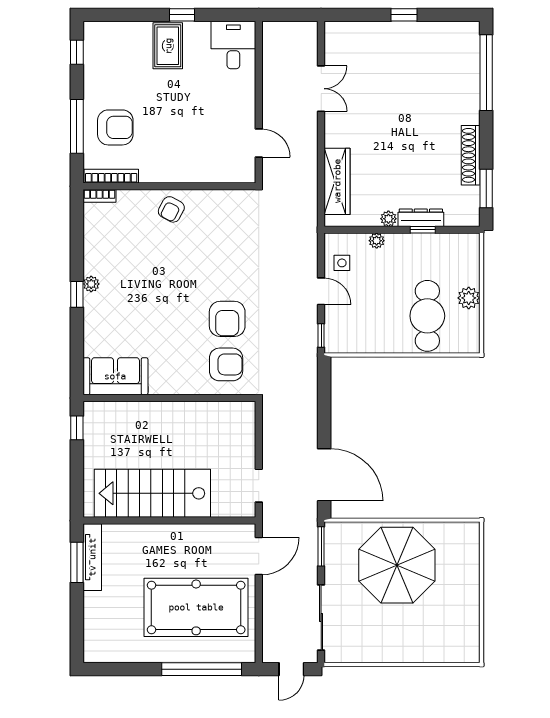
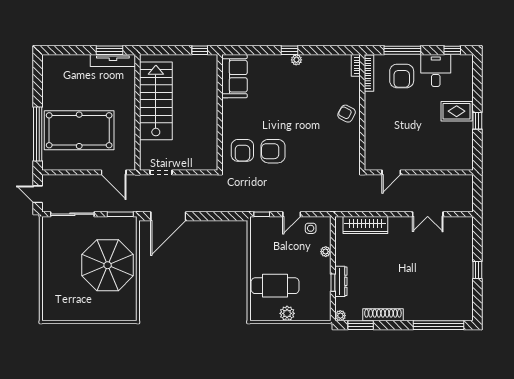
desk: (233, 45) -> (436, 70), moved, turned -90
plant: (388, 219) -> (340, 316), moved
pool table: (196, 607) -> (79, 130), turned 90

